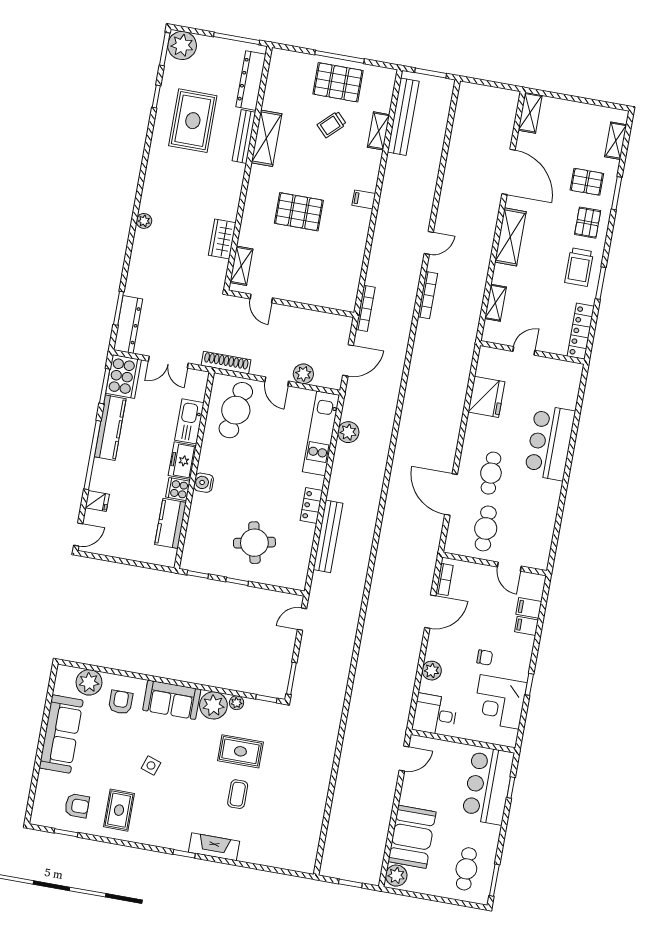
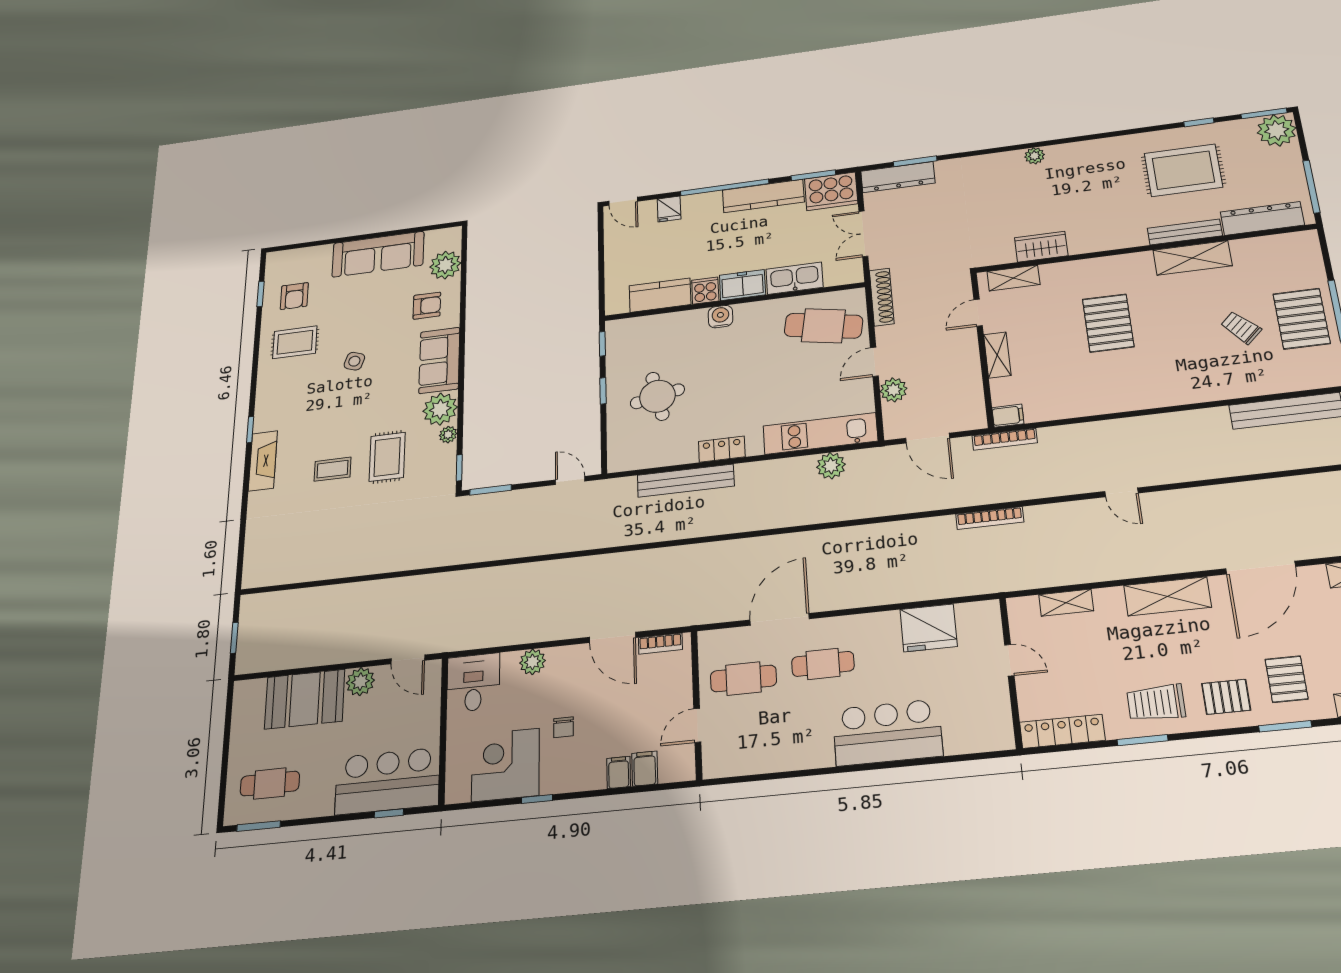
shelving: (378, 131) -> (997, 355), moved, turned 90
filing cabinet: (364, 199) -> (1008, 416), moved, turned 90
bookcase: (428, 295) -> (990, 518), moved
plant: (396, 876) -> (360, 682), moved

